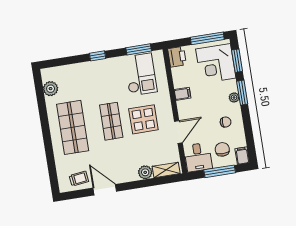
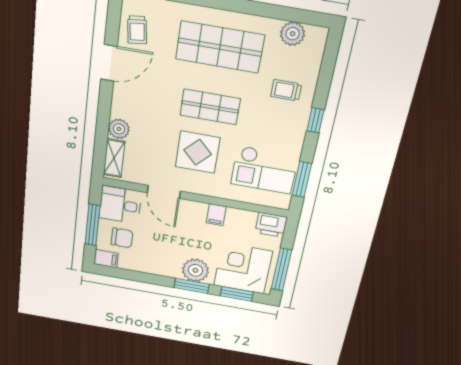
trolley: (85, 80) -> (286, 90), added
plant: (234, 98) -> (195, 270), width x1.88, depth x1.88
chair: (226, 122) -> (158, 254), removed

